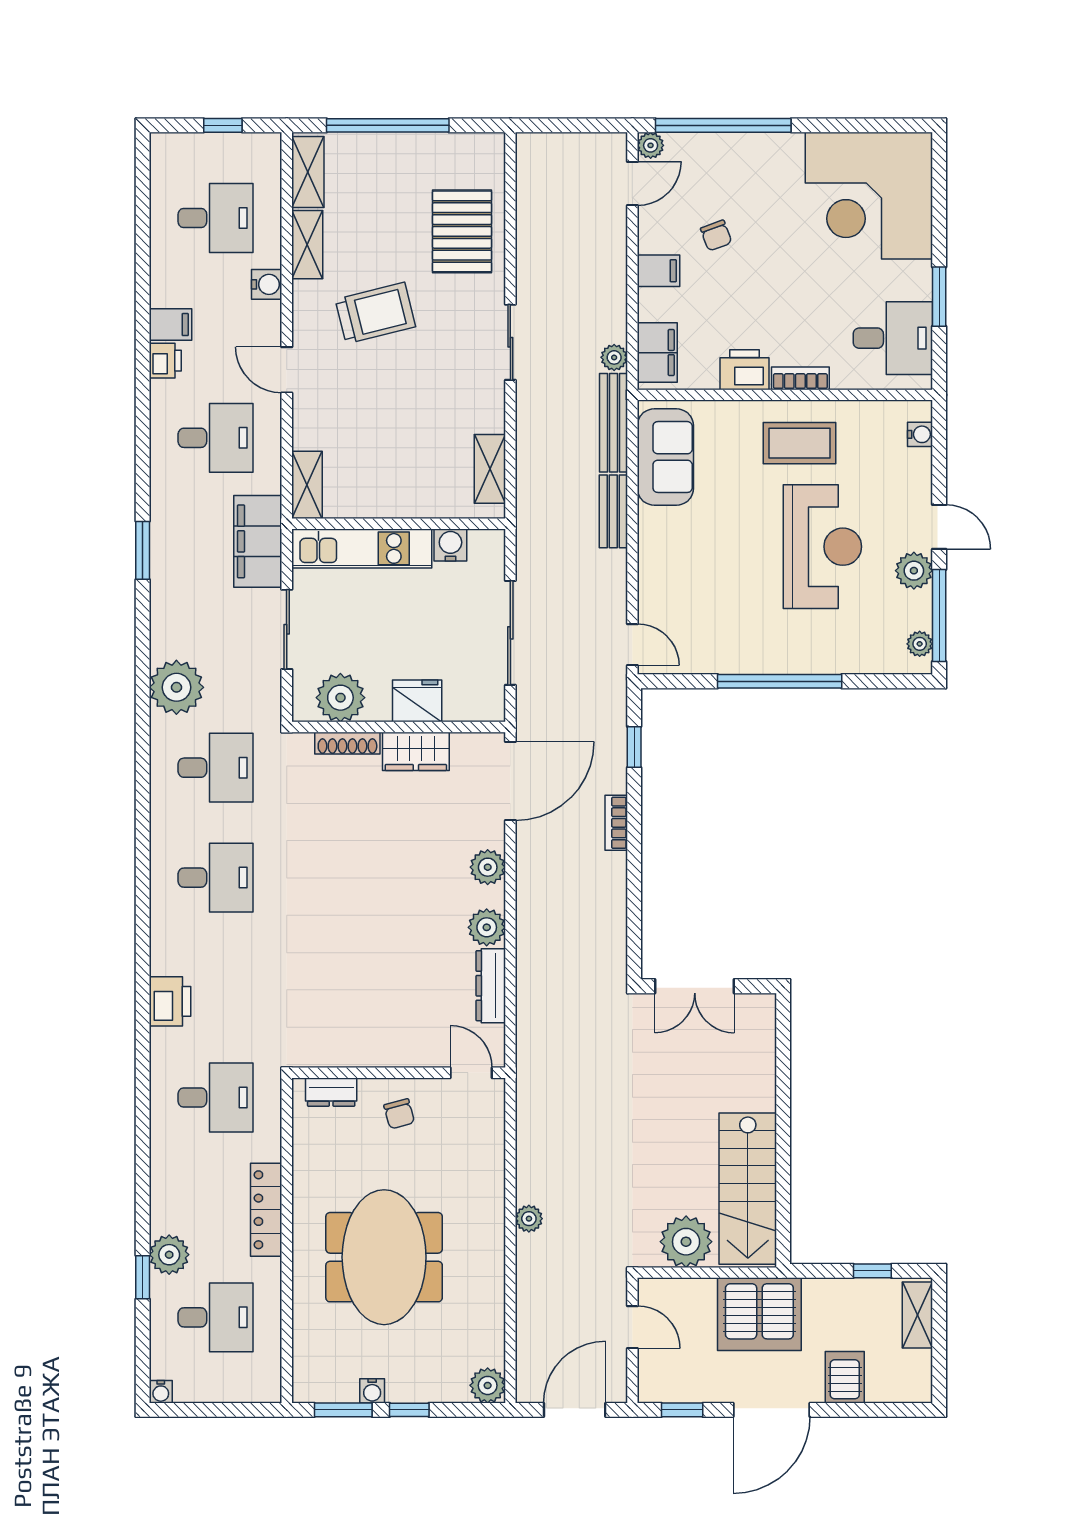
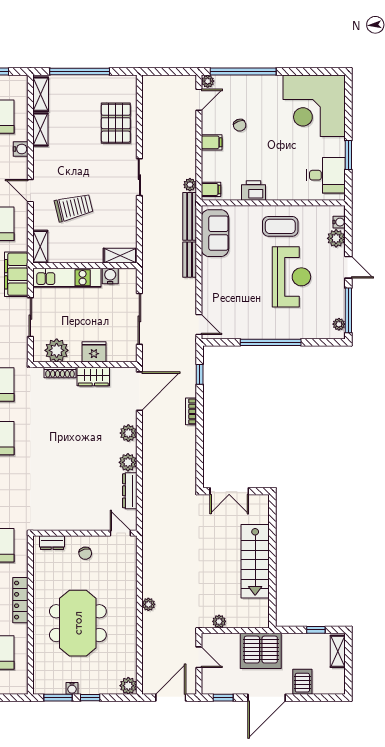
trolley: (375, 313) -> (74, 207), moved
filing cabinet: (657, 353) -> (211, 189), width x0.50
bookcase: (800, 378) -> (281, 195), removed
shelving: (490, 469) -> (120, 256), moved, turned 90
plant: (914, 571) -> (336, 238), moved
stairs: (748, 1189) -> (255, 561), moved
plant: (686, 1242) -> (219, 621), width x0.53, depth x0.53

